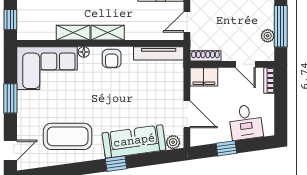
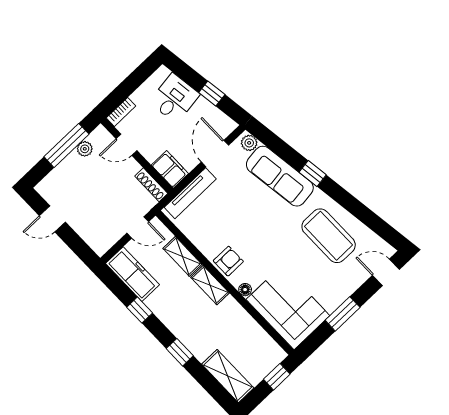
shelving: (73, 33) -> (182, 256), moved
tv unit: (159, 53) -> (190, 193), moved, turned 90
door: (245, 64) -> (126, 145), swing flipped

